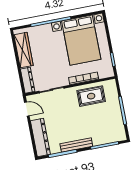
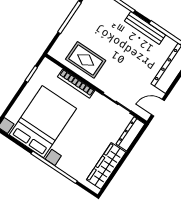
door: (27, 109) -> (158, 108), hinge flipped

